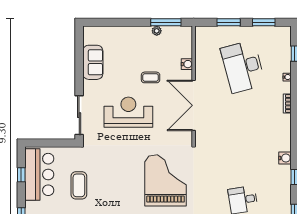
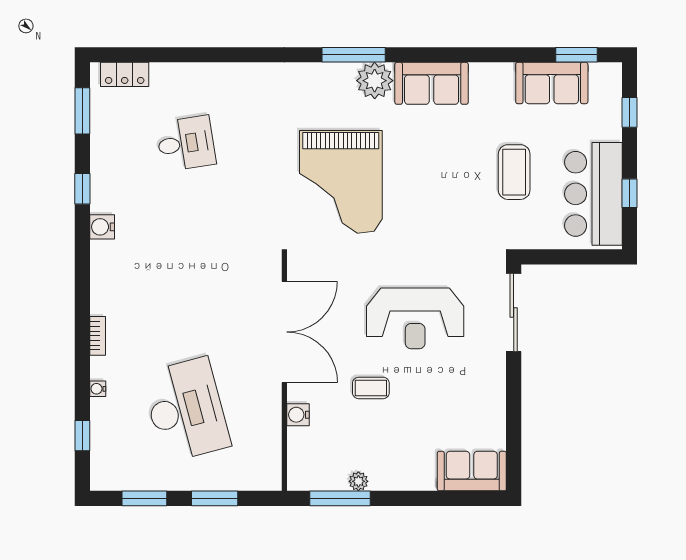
sofa: (93, 62) -> (472, 471), moved, turned 90

